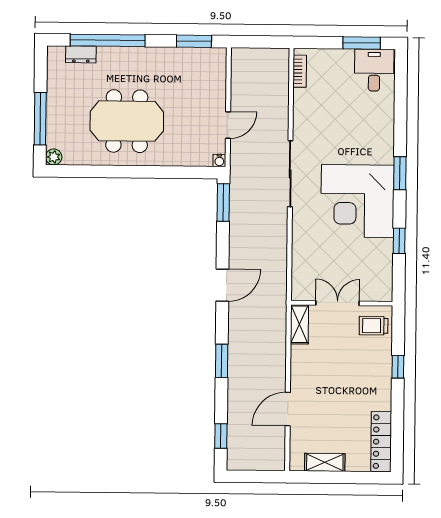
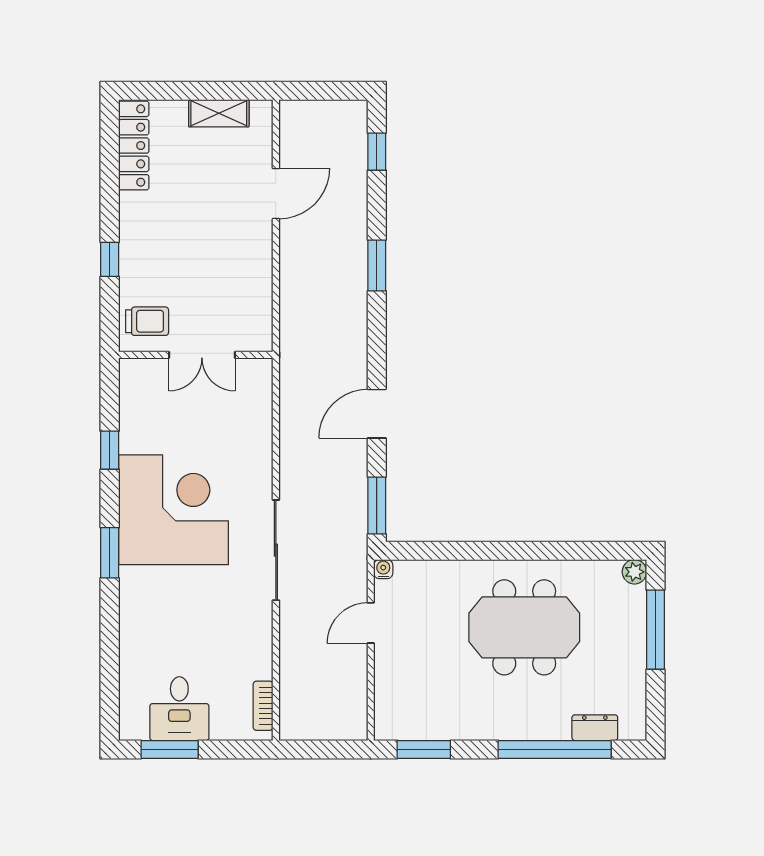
desk: (374, 70) -> (179, 709), moved
door: (222, 285) -> (377, 414), moved
shelving: (299, 324) -> (259, 322), removed

